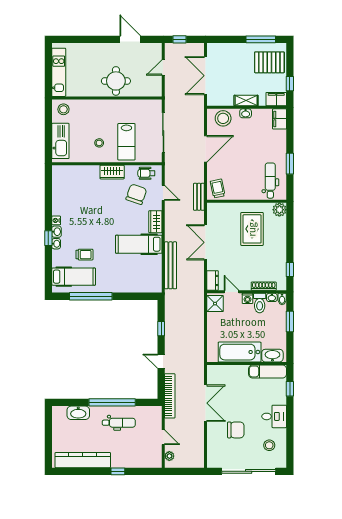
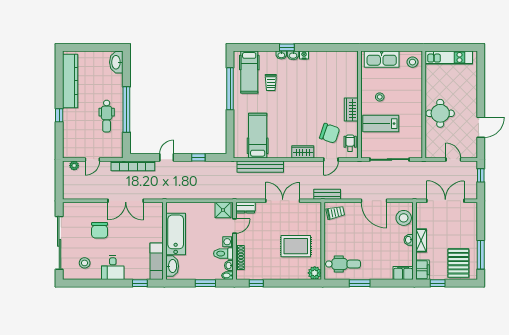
hospital bed: (139, 244) -> (258, 136), moved
washbasin: (78, 413) -> (116, 62), moved

